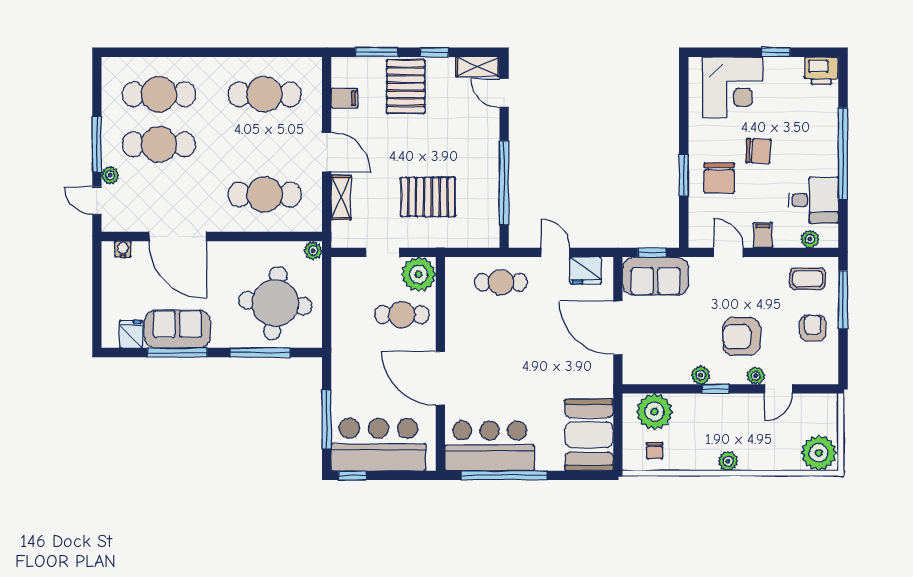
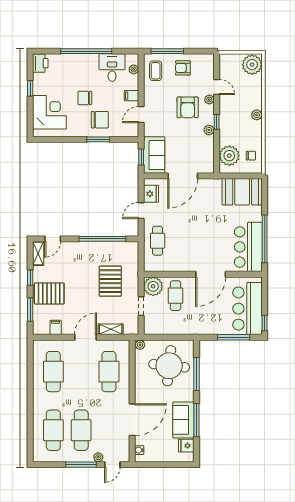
chair: (758, 151) -> (85, 98), turned -93

